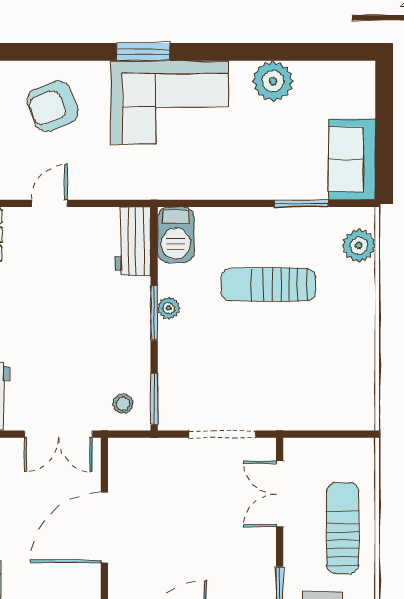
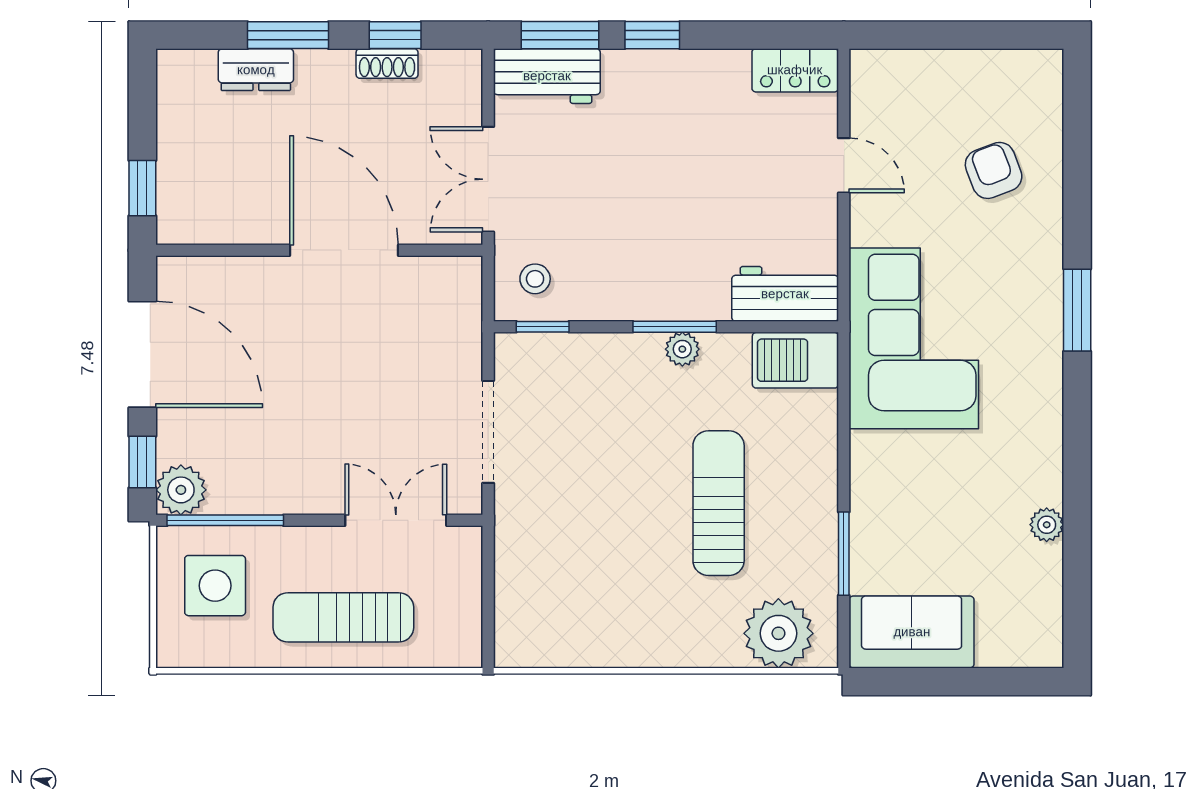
plant: (273, 81) -> (1047, 525), width x0.53, depth x0.53
corner sofa: (169, 103) -> (914, 338), moved, turned 180
armchair: (53, 106) -> (994, 170), width x0.72, depth x0.72
plant: (359, 246) -> (778, 633), width x1.36, depth x1.36
window: (154, 399) -> (543, 327), width x0.67
sun lounger: (343, 528) -> (343, 617), turned 180

